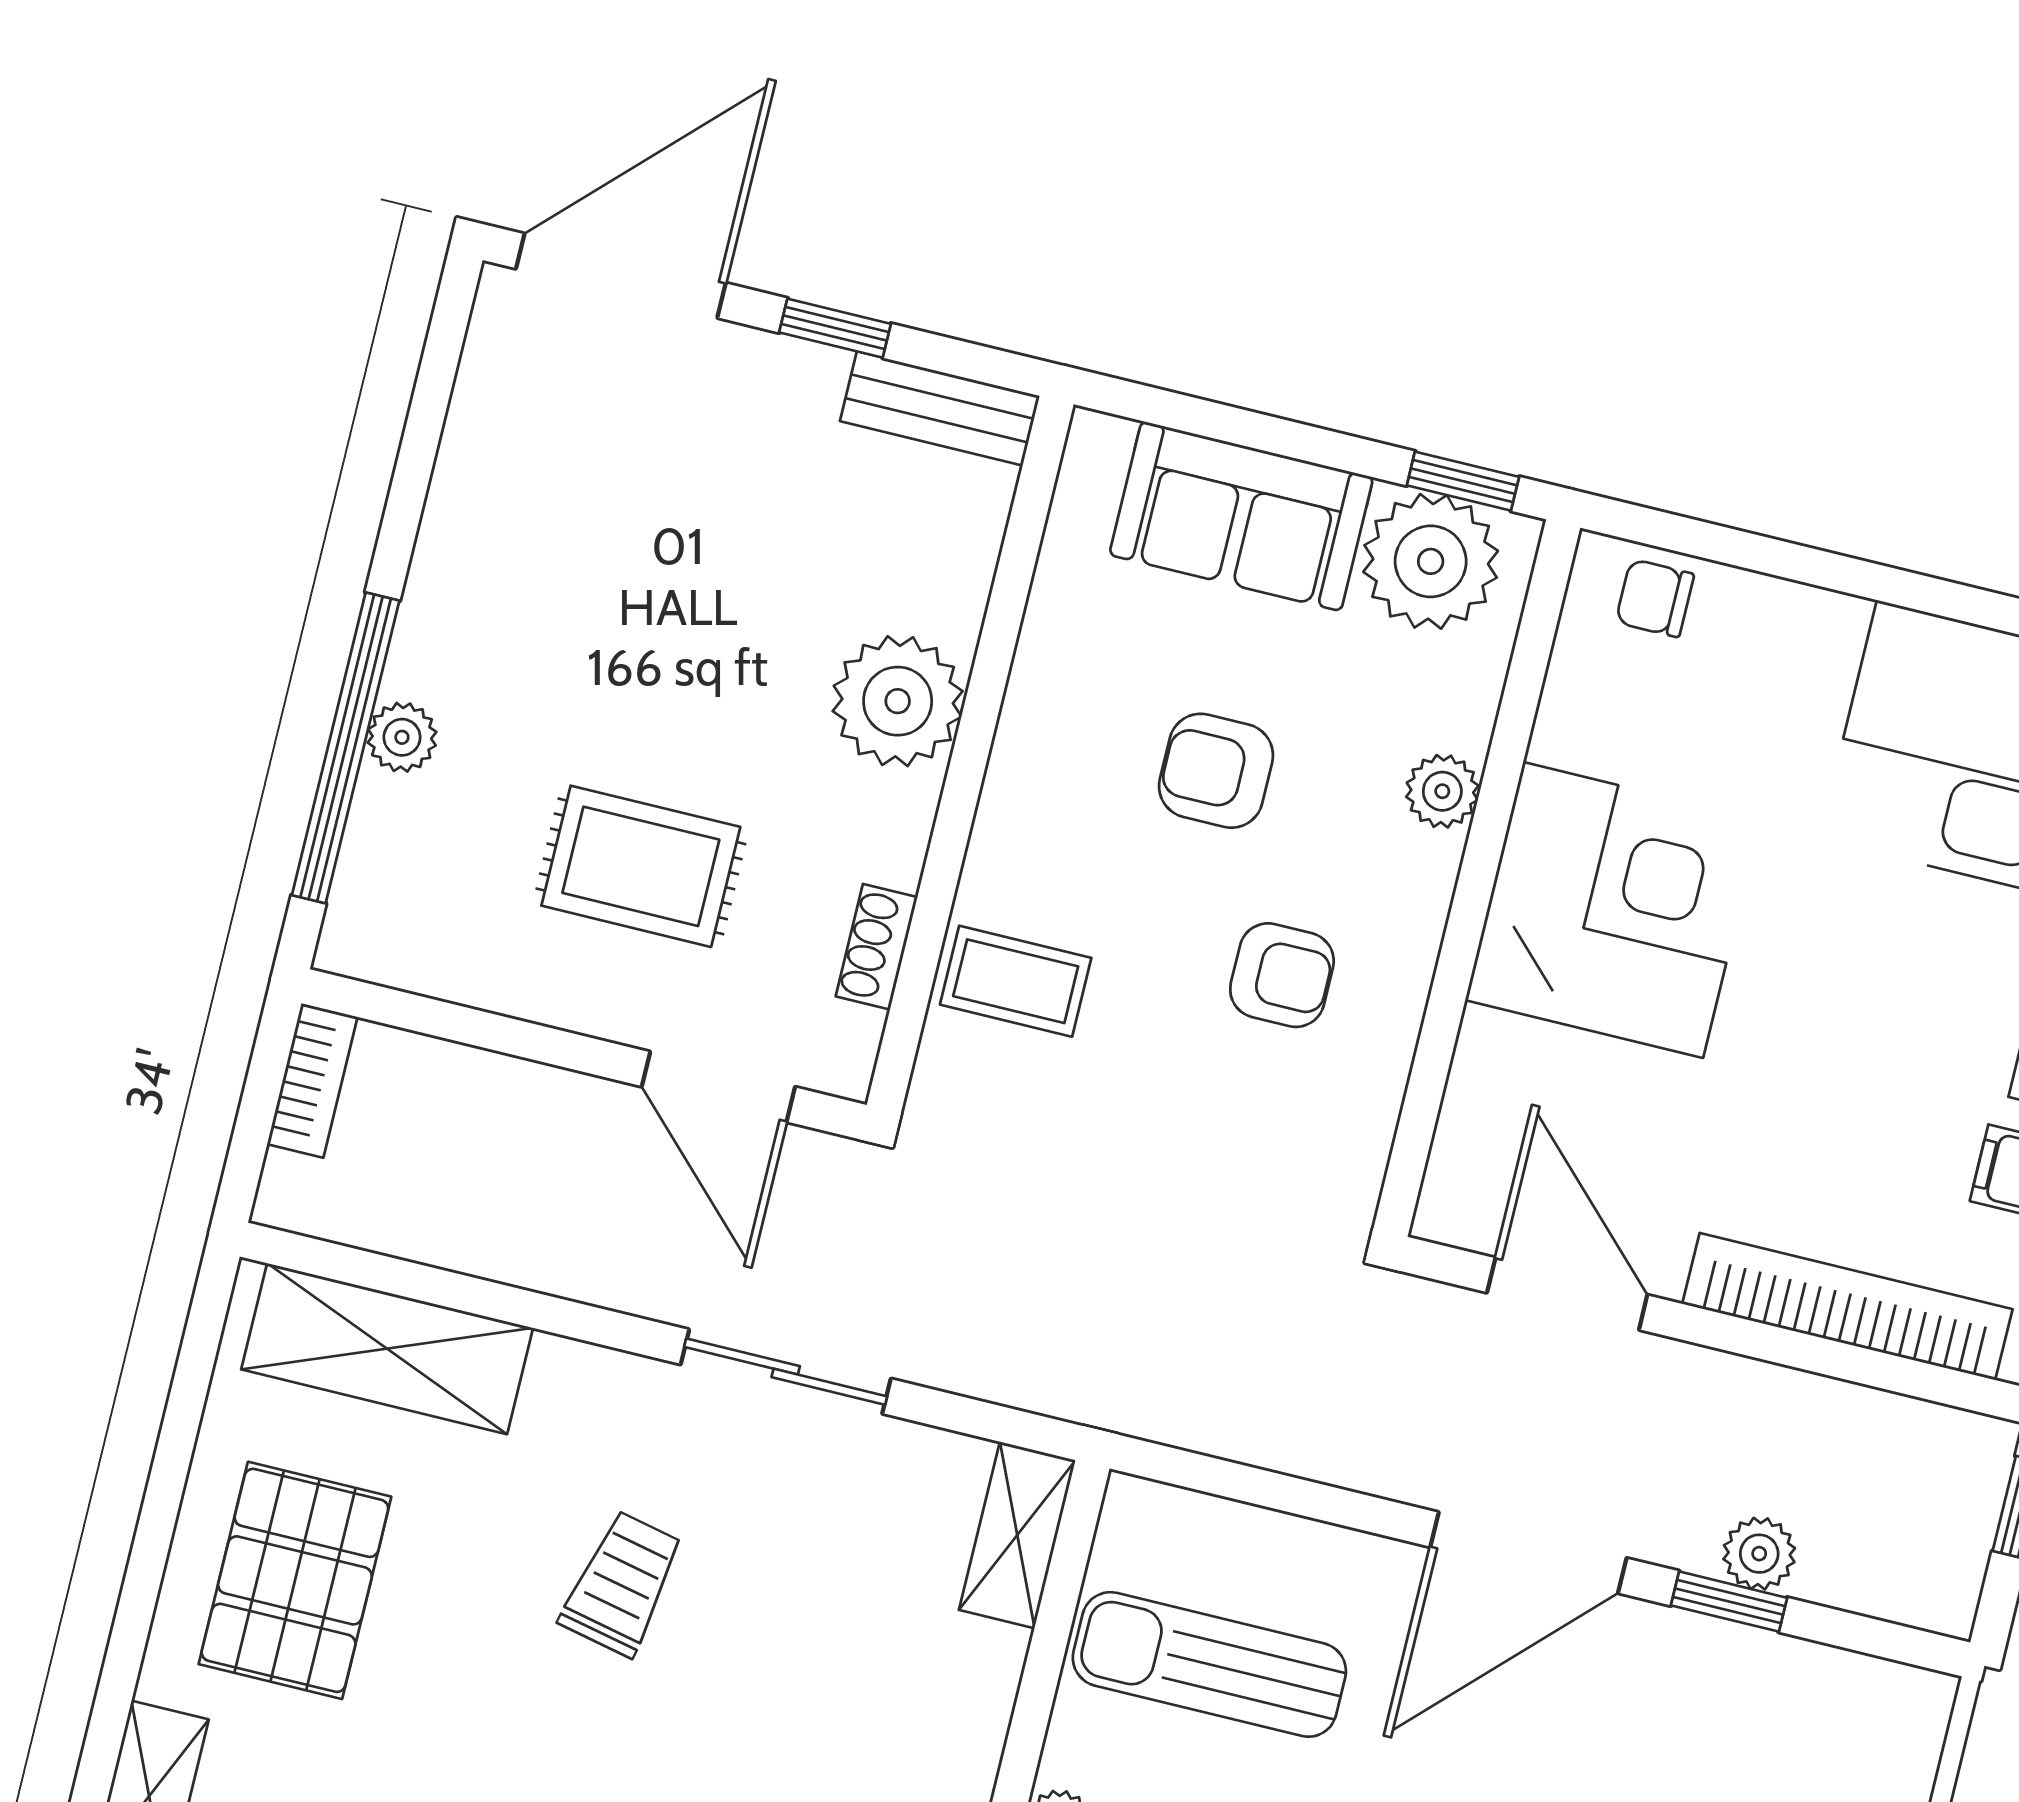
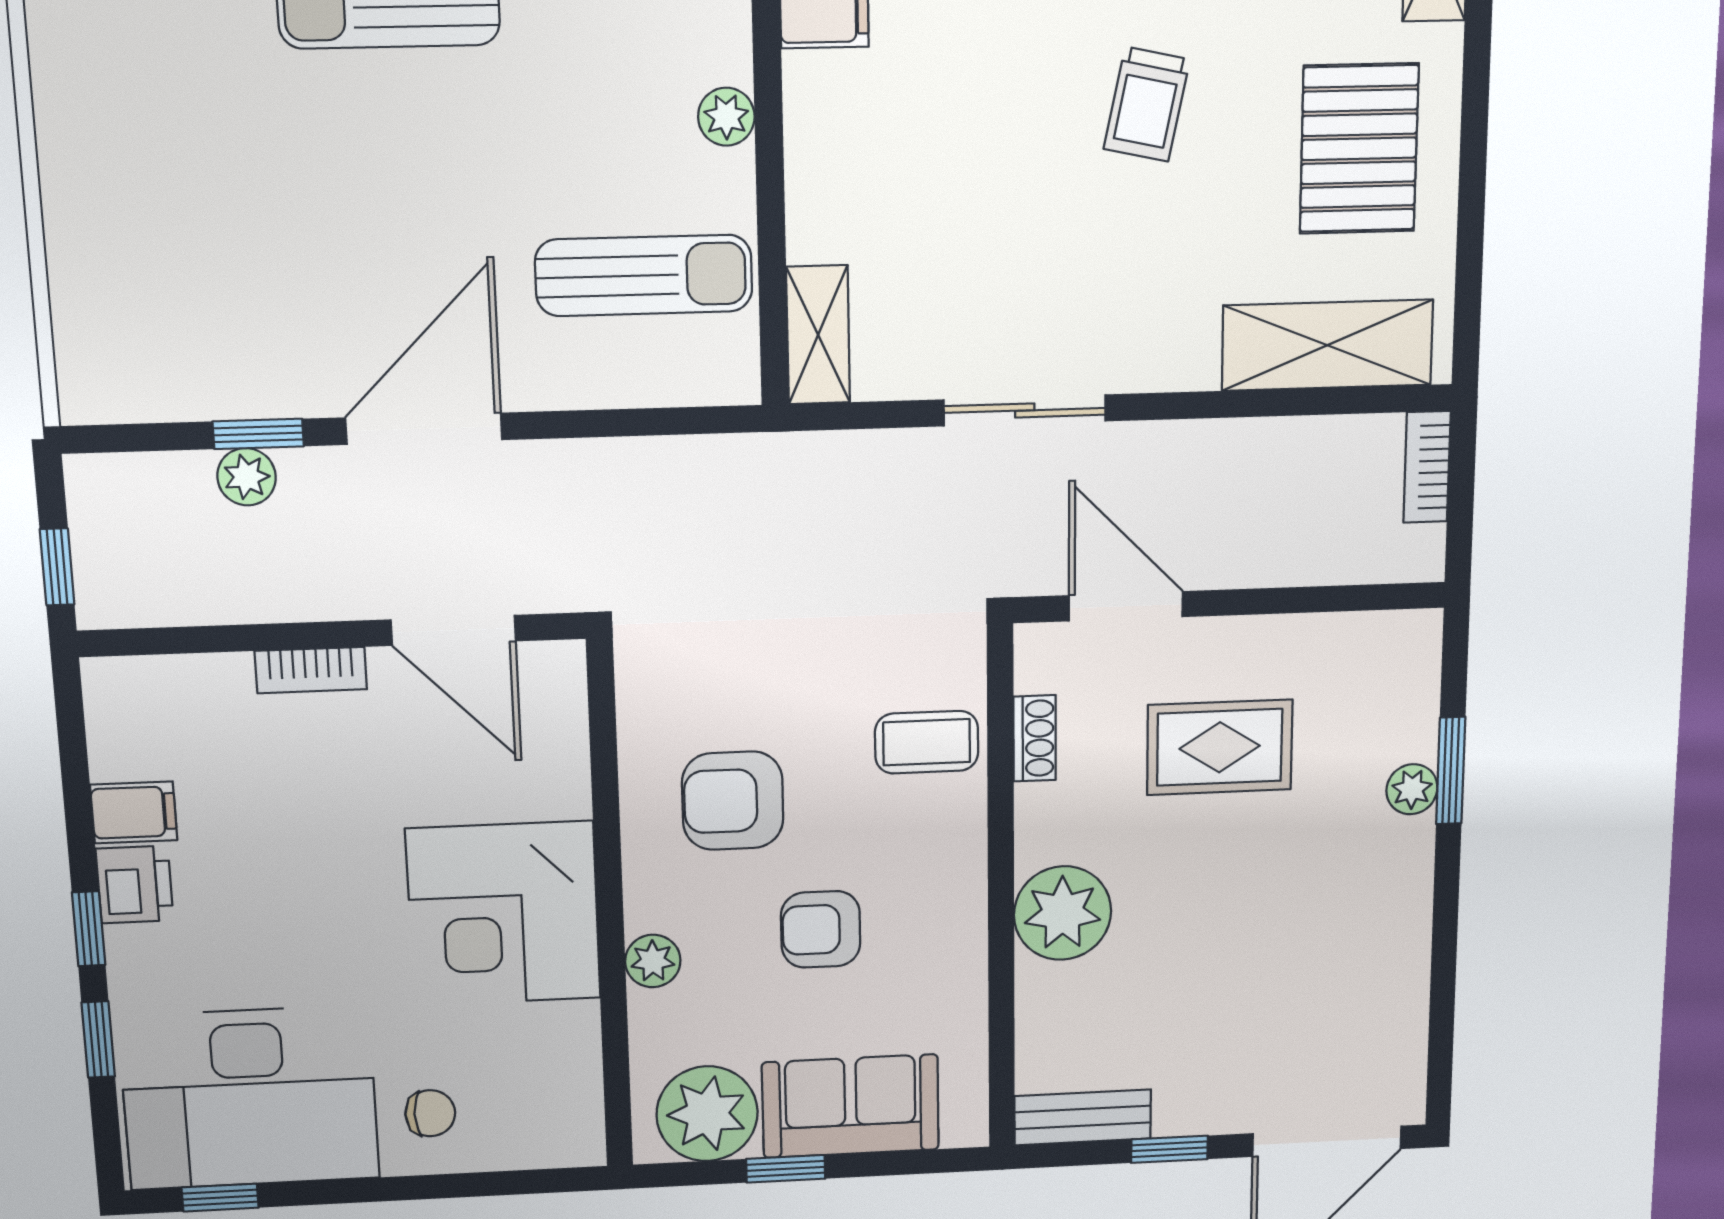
window: (1463, 481) -> (786, 1169), moved
chair: (1655, 598) -> (430, 1113), moved
window: (346, 748) -> (1451, 771), width x0.47
armchair: (1216, 771) -> (821, 929), turned 180
armchair: (1282, 975) -> (733, 801), width x1.38, depth x1.38
bookcase: (312, 1080) -> (1427, 467), moved
bookcase: (1847, 1307) -> (311, 670), width x0.43, depth x0.76
trolley: (622, 1584) -> (1147, 104), moved

